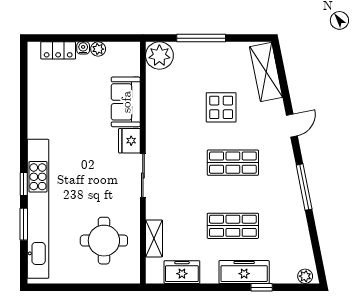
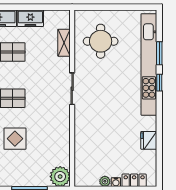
sofa: (126, 102) -> (85, 143), removed
fridge: (129, 141) -> (149, 140), moved, turned 180
freezer: (182, 272) -> (30, 18), moved

